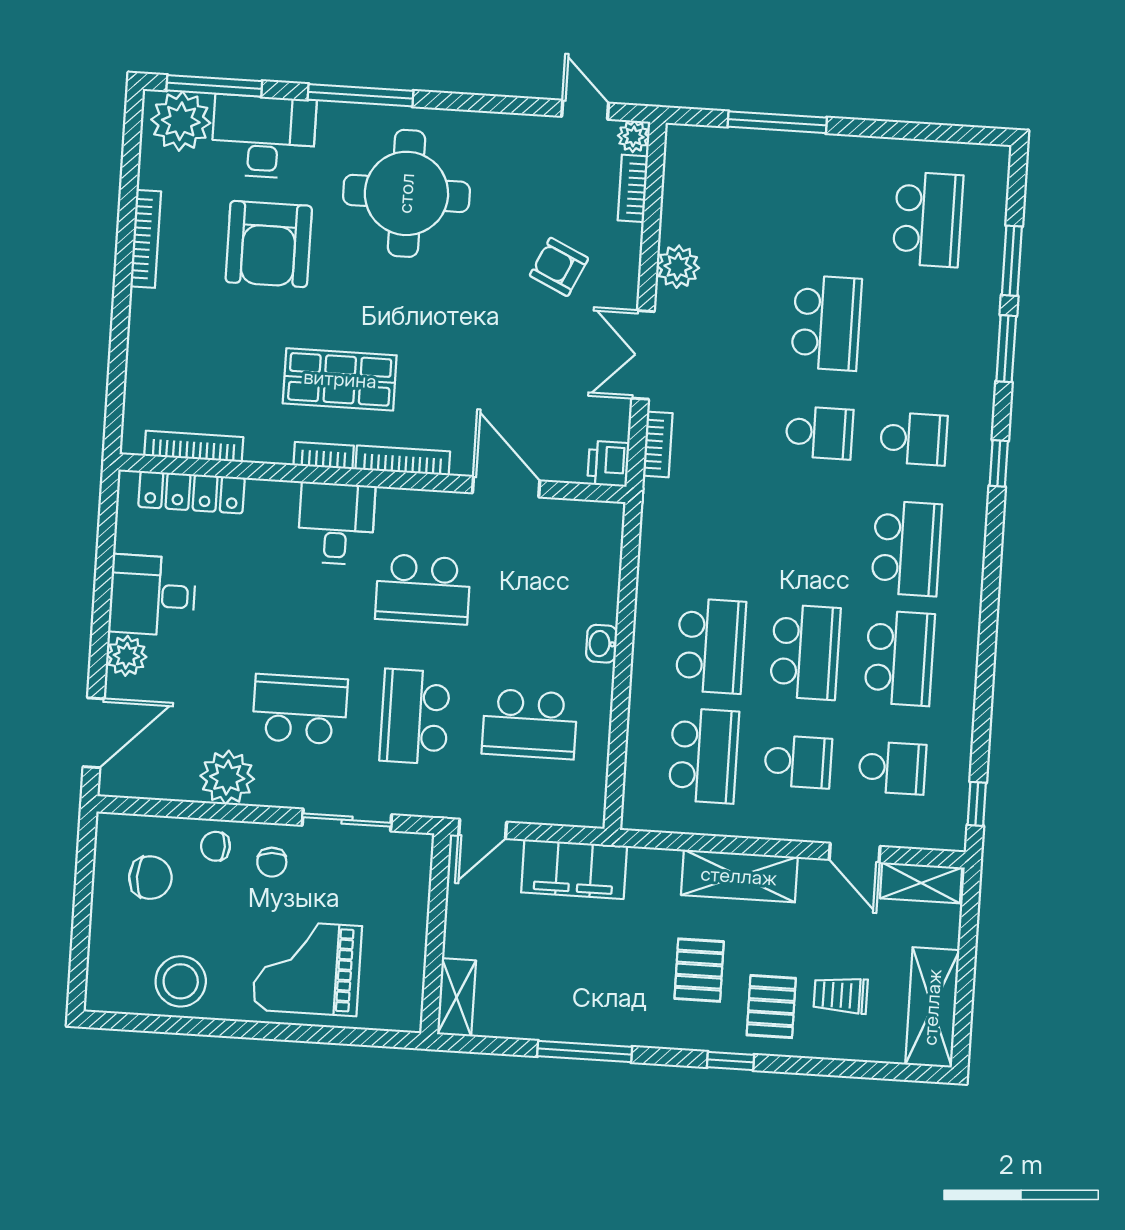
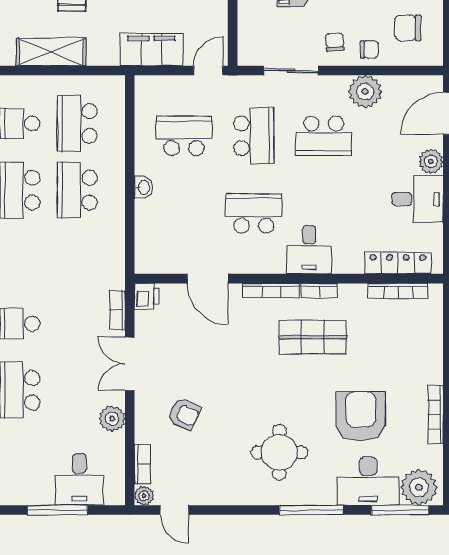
desk: (738, 170) -> (79, 480), added
round table: (406, 193) -> (279, 452), width x0.73, depth x0.73
double door: (643, 355) -> (130, 364), swing flipped

